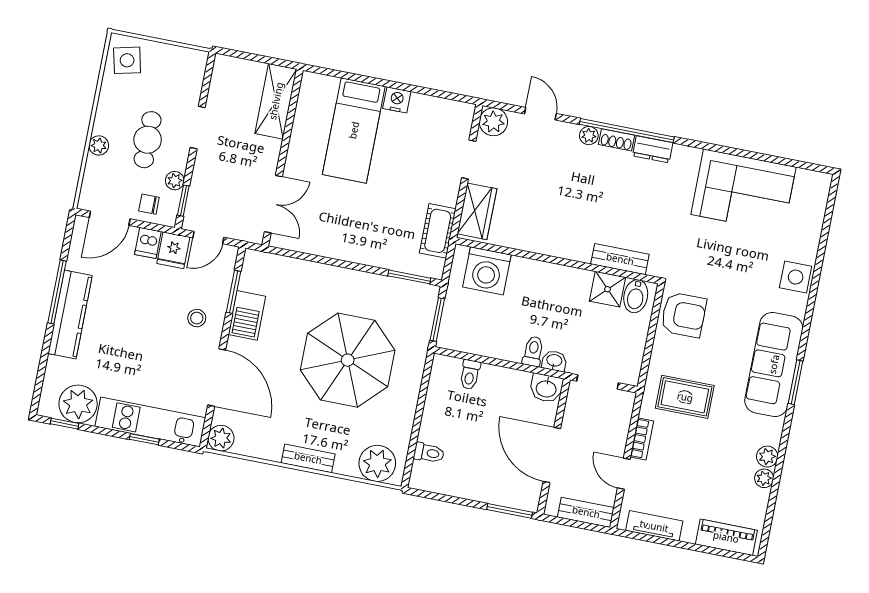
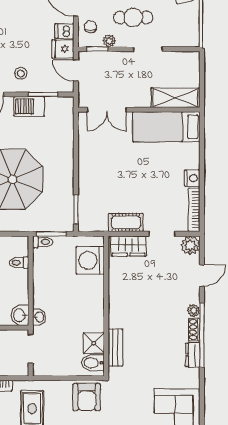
bookcase: (443, 106) -> (194, 210), added
bed: (354, 130) -> (166, 127), moved
cot: (438, 231) -> (126, 222), moved
toilet: (533, 351) -> (43, 242), moved

